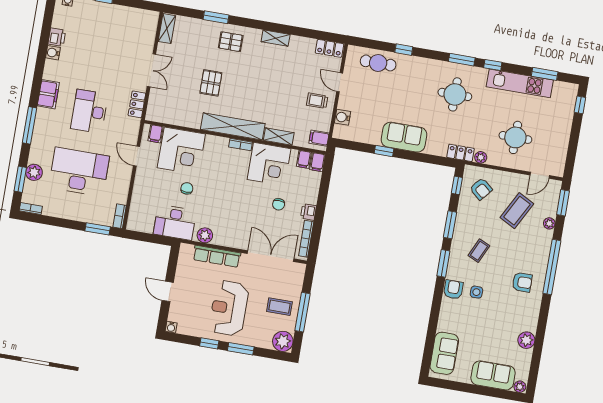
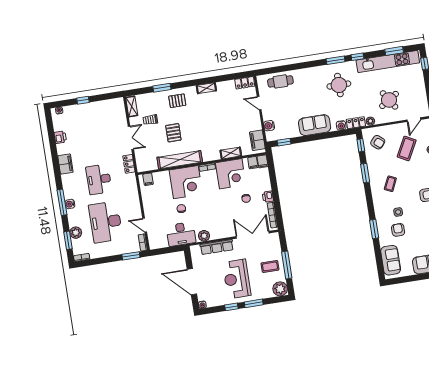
window: (404, 50) -> (295, 67), removed
water cooler: (53, 53) -> (70, 204), moved
kitchen unit: (520, 83) -> (388, 62), width x1.36
filing cabinet: (48, 94) -> (65, 164), moved
trolley: (317, 101) -> (150, 120), moved
shelving: (233, 126) -> (180, 160), moved
round table: (515, 137) -> (389, 100), turned -33
filing cabinet: (319, 138) -> (257, 140), width x2.00
water cooler: (440, 150) -> (341, 125), added
corner desk: (181, 151) -> (186, 182), moved
window: (384, 151) -> (284, 142), moved
door: (137, 156) -> (145, 225), moved
desk: (79, 172) -> (106, 222), turned -90
window: (443, 263) -> (374, 229), moved
armchair: (453, 290) -> (398, 230), moved
door: (168, 291) -> (192, 282), width x1.87

